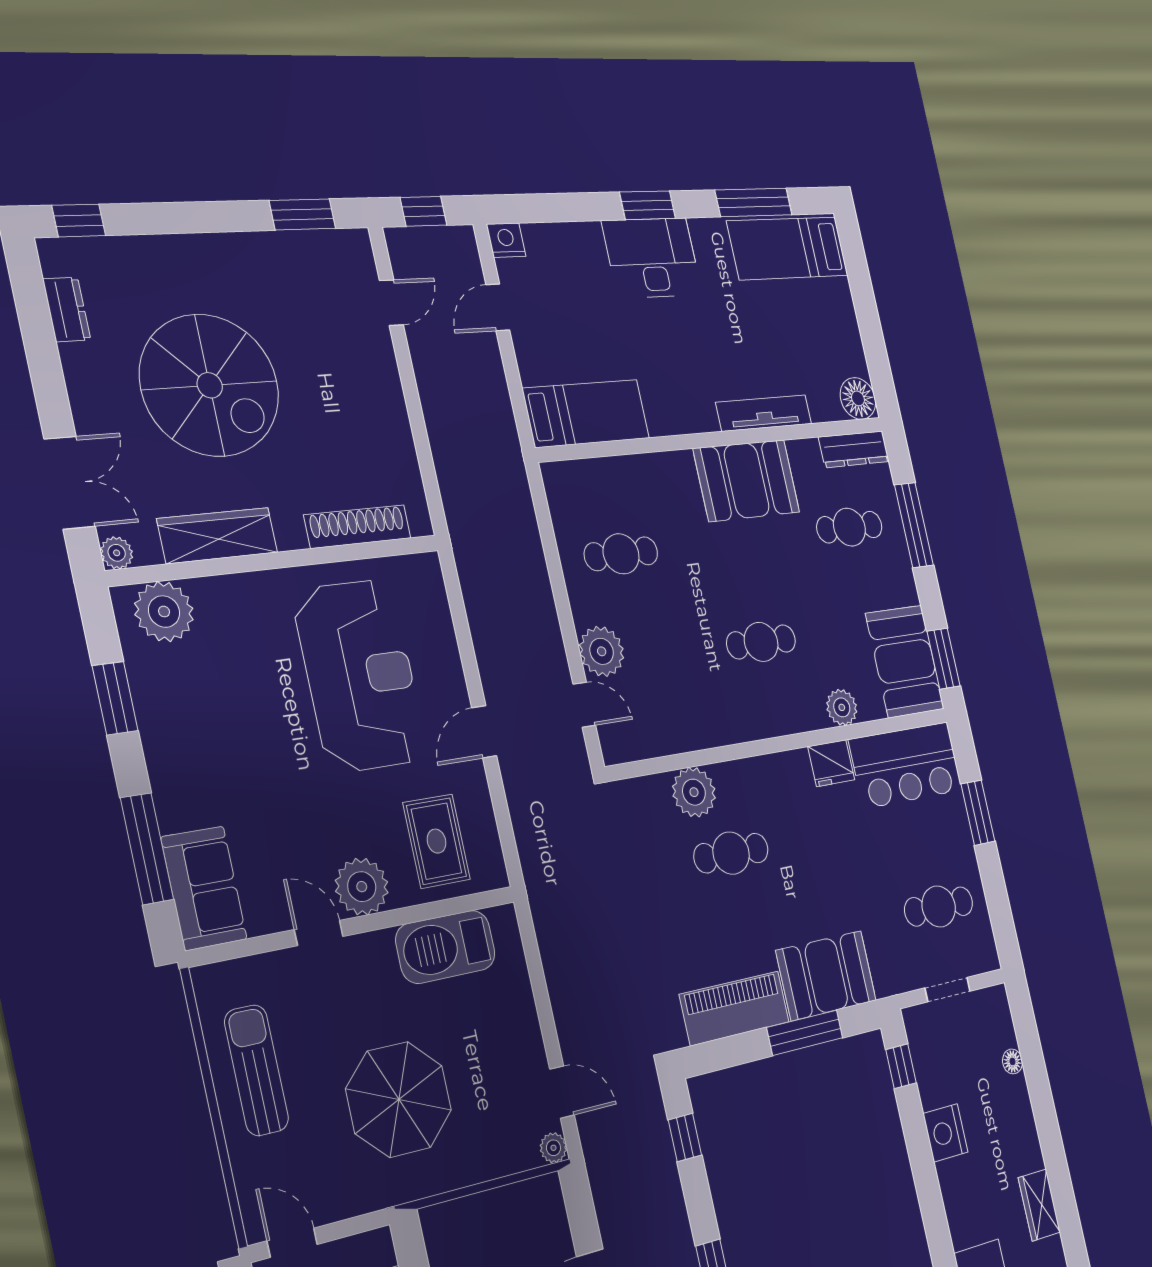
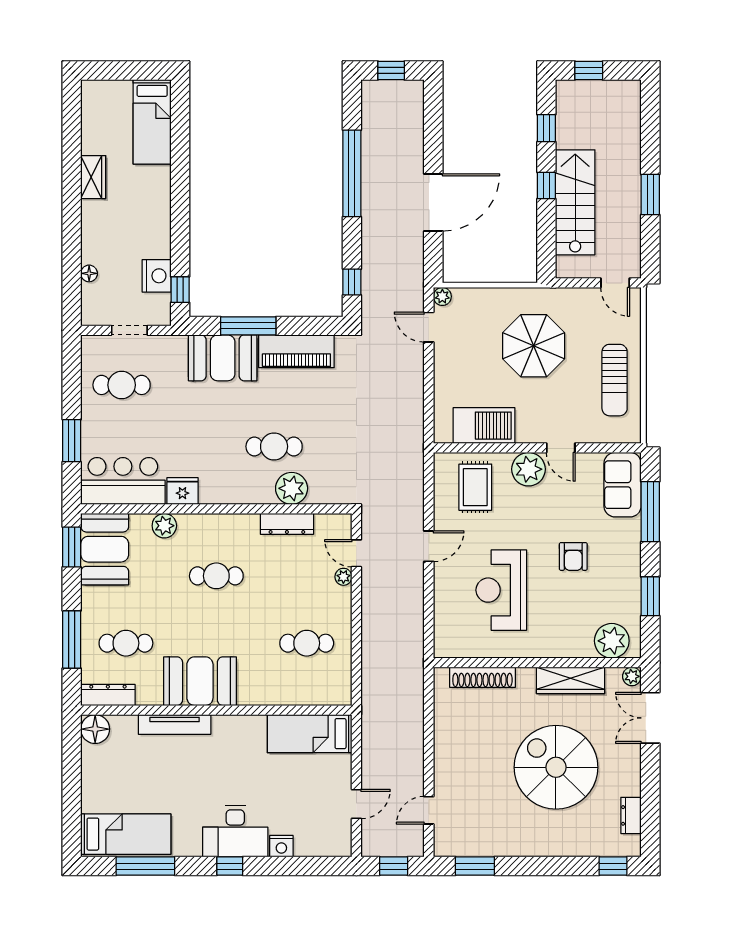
window: (648, 205) -> (230, 866), width x0.67
nightstand: (506, 240) -> (281, 846), moved
plant: (602, 651) -> (343, 577), width x0.53, depth x0.53
reception desk: (360, 675) -> (501, 590), width x0.74, depth x0.77
dresser: (688, 736) -> (287, 524), added
armchair: (259, 749) -> (573, 556), added
nightstand: (945, 1133) -> (157, 276), moved

